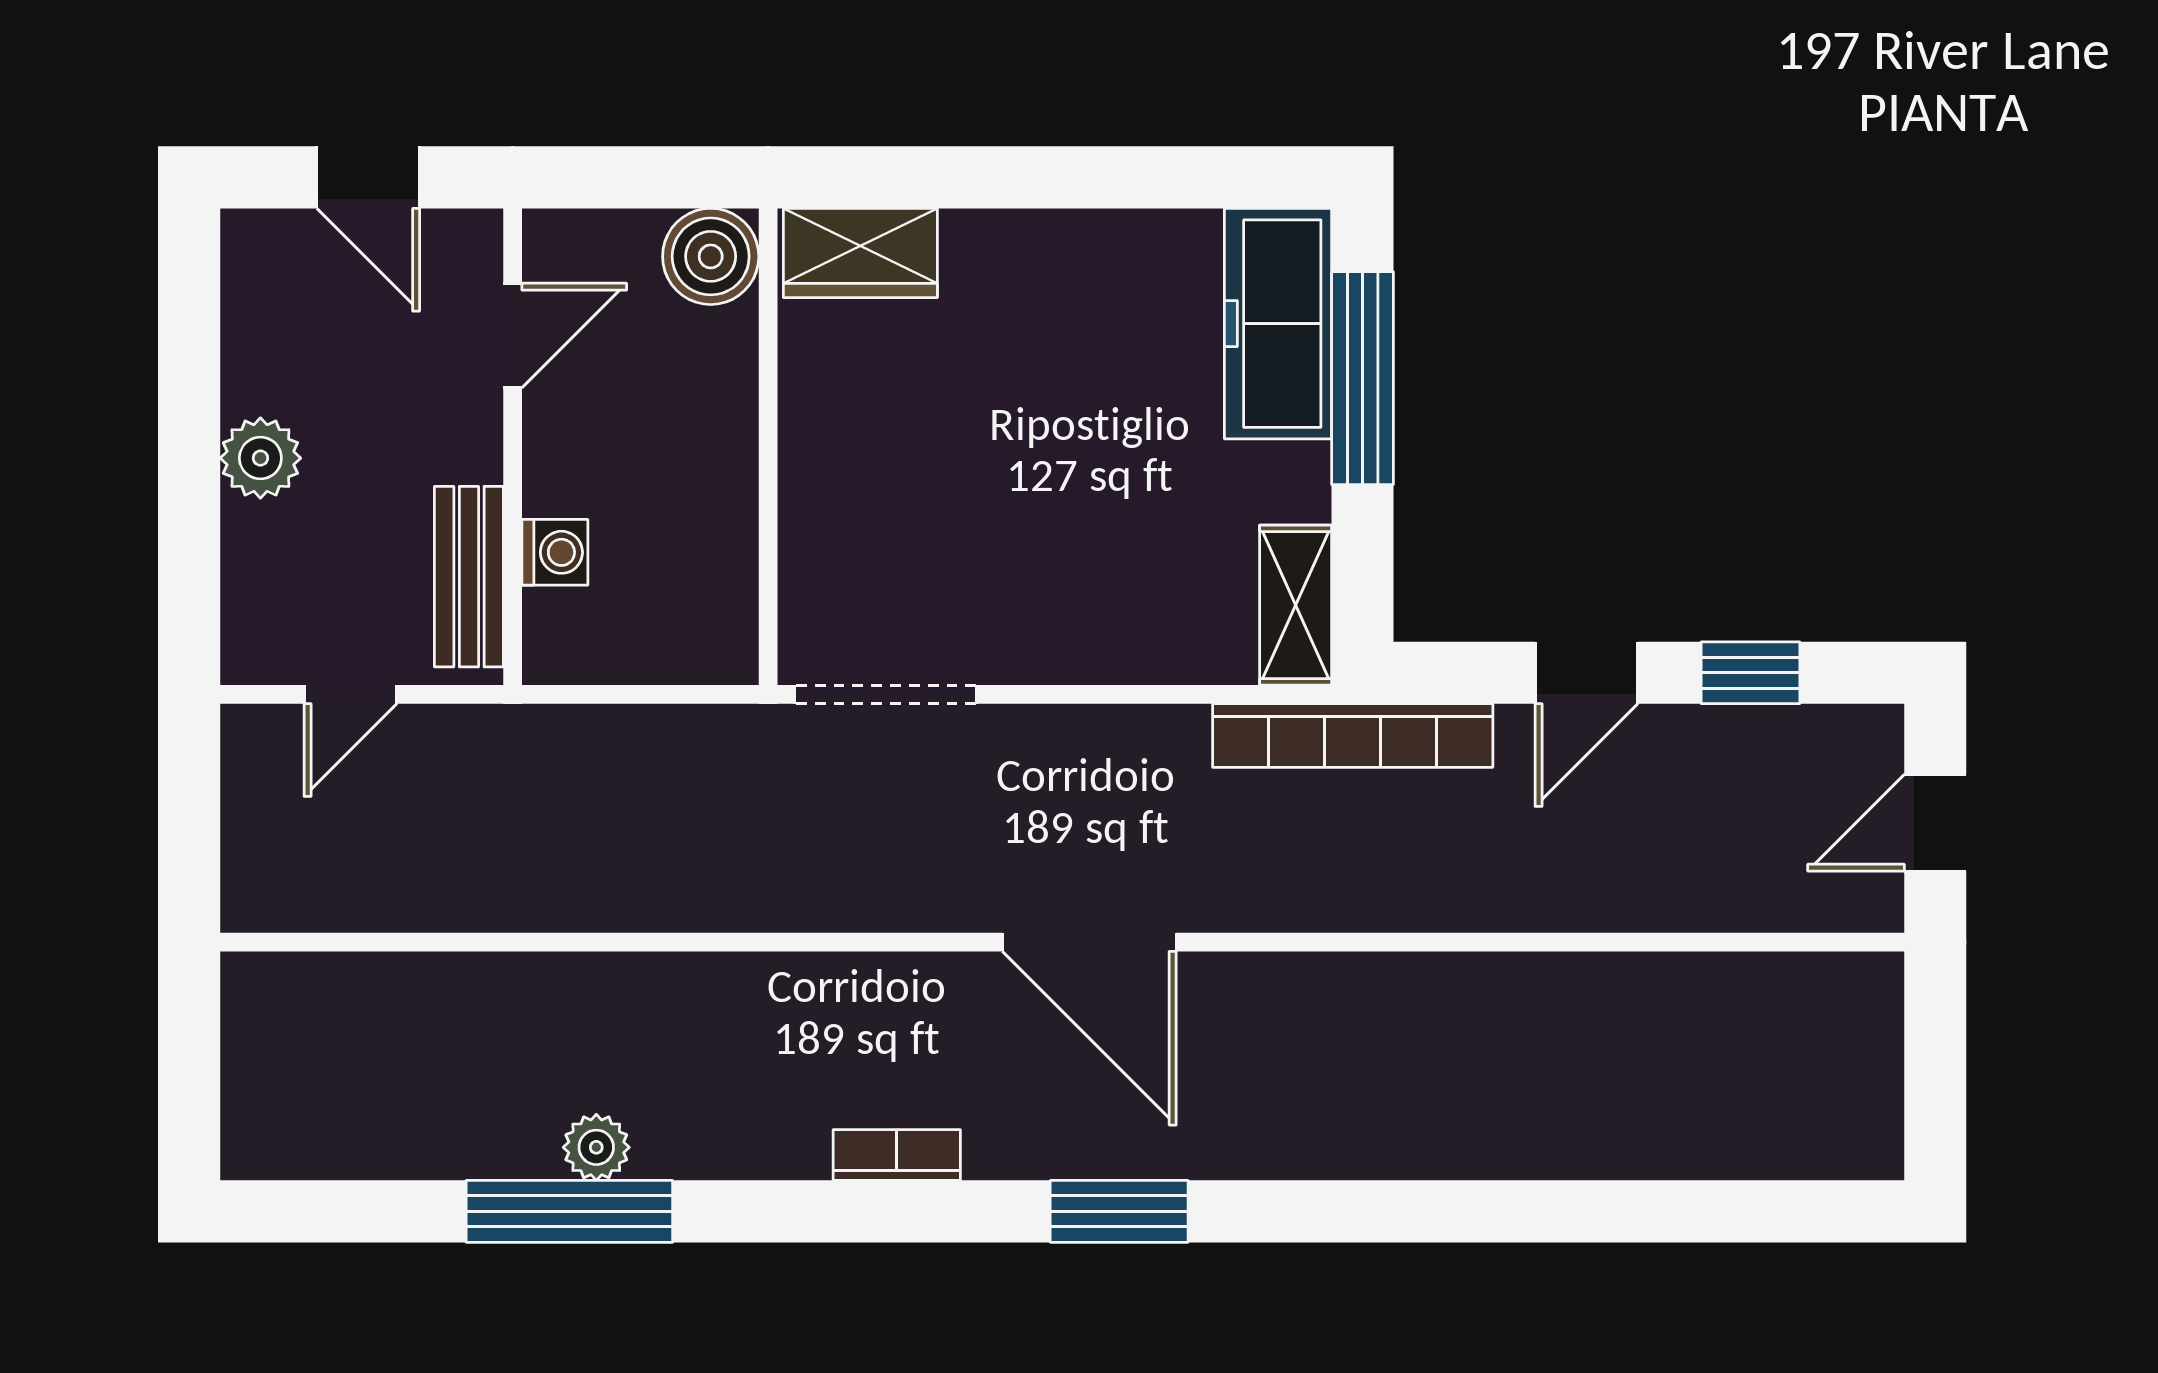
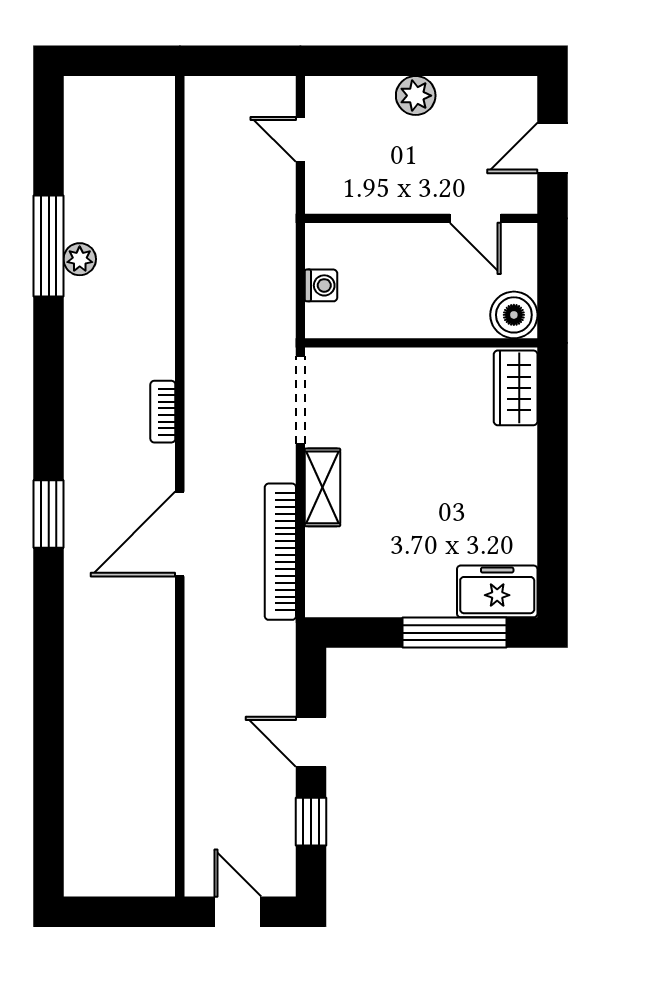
freezer: (1278, 324) -> (497, 591), width x0.71
washing machine: (555, 552) -> (321, 285), moved, turned -90
bench: (469, 577) -> (358, 197), removed
shelving: (1296, 605) -> (323, 487), moved, turned 90
bookcase: (1353, 735) -> (280, 552), moved
door: (1089, 942) -> (180, 534), moved
bookcase: (897, 1155) -> (163, 412), moved, turned 180

